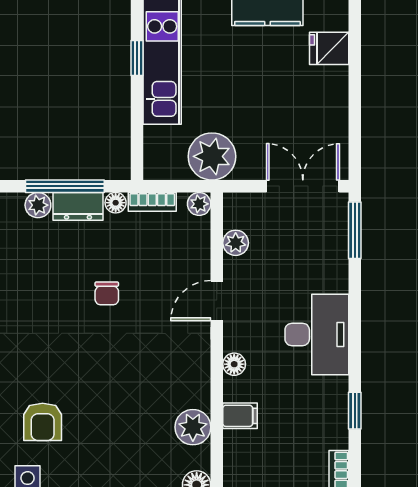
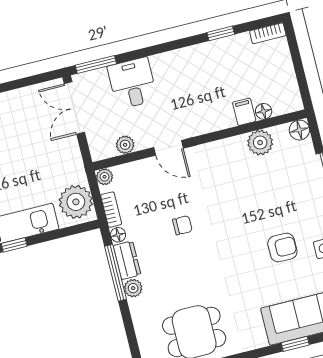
plant: (212, 156) -> (76, 202), moved
desk: (317, 334) -> (132, 83), moved, width x0.73
floor lamp: (234, 364) -> (264, 111), moved

